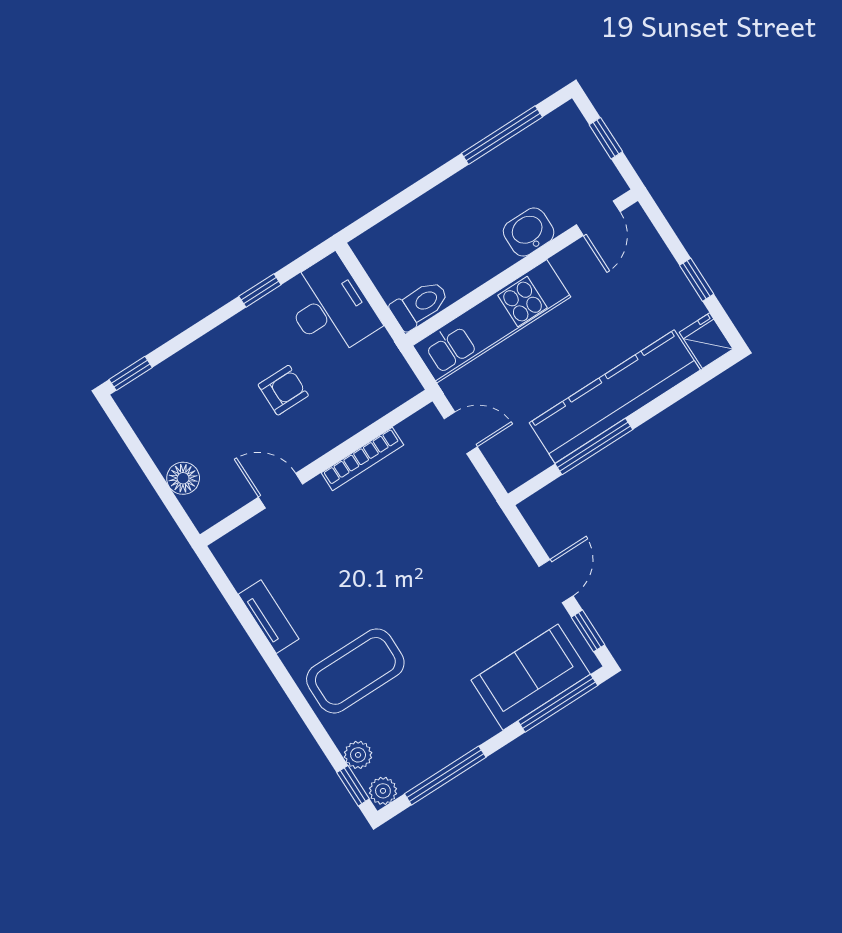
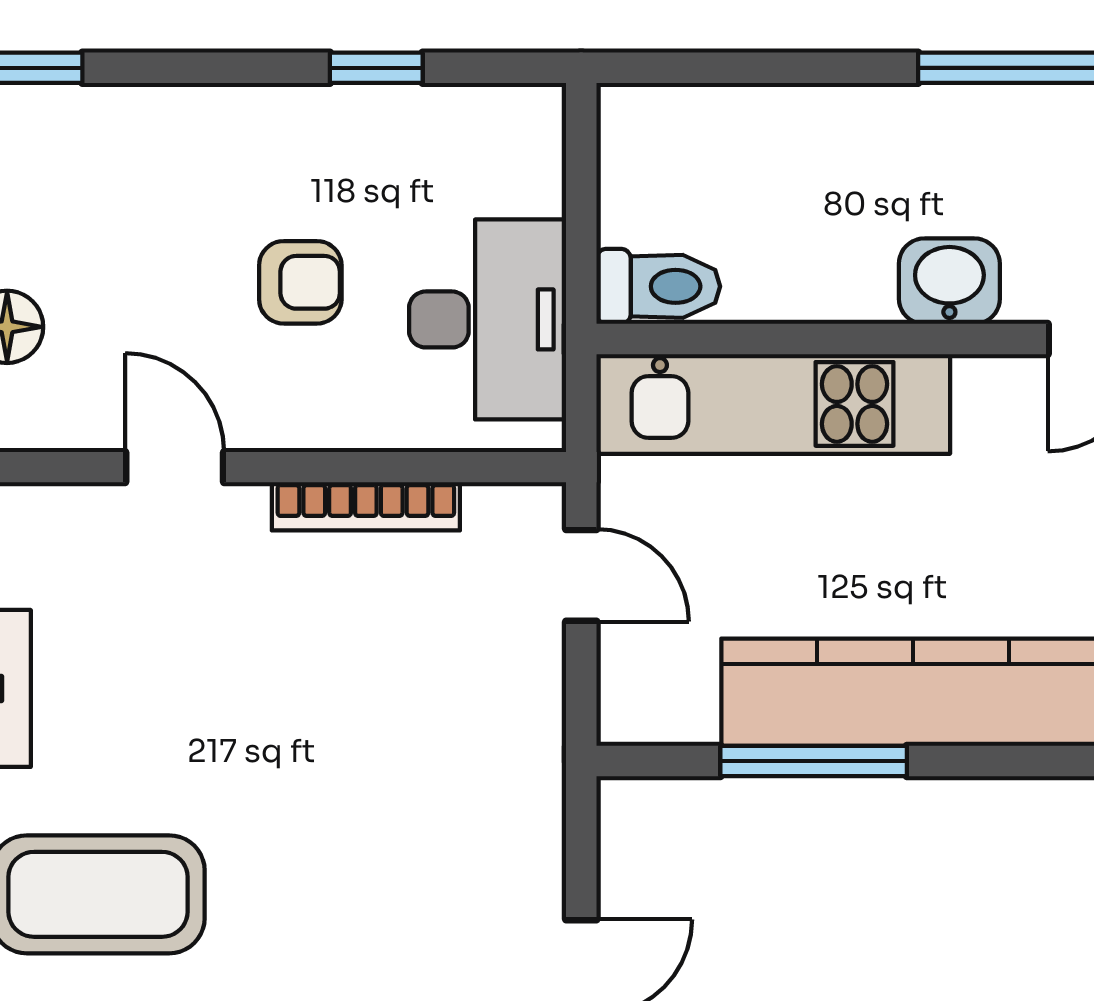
desk: (330, 307) -> (488, 319), moved

